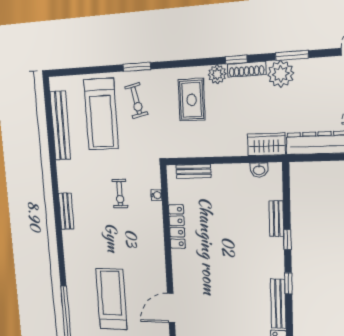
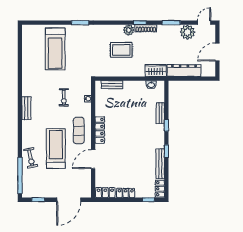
plant: (281, 74) -> (188, 32), moved
rug: (192, 100) -> (121, 50), moved, turned 90
exercise bike: (136, 101) -> (31, 158), moved
bench: (60, 126) -> (27, 55), removed
locker: (177, 227) -> (100, 130), moved
exercise mat: (146, 247) -> (79, 131), added
treadmill: (112, 299) -> (56, 149), moved
door: (171, 308) -> (93, 159), moved

